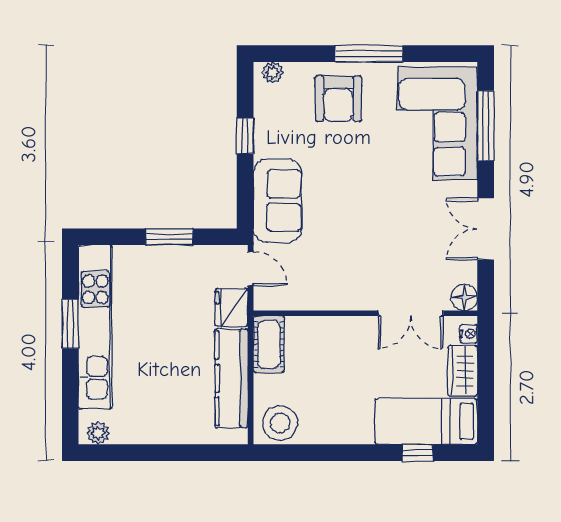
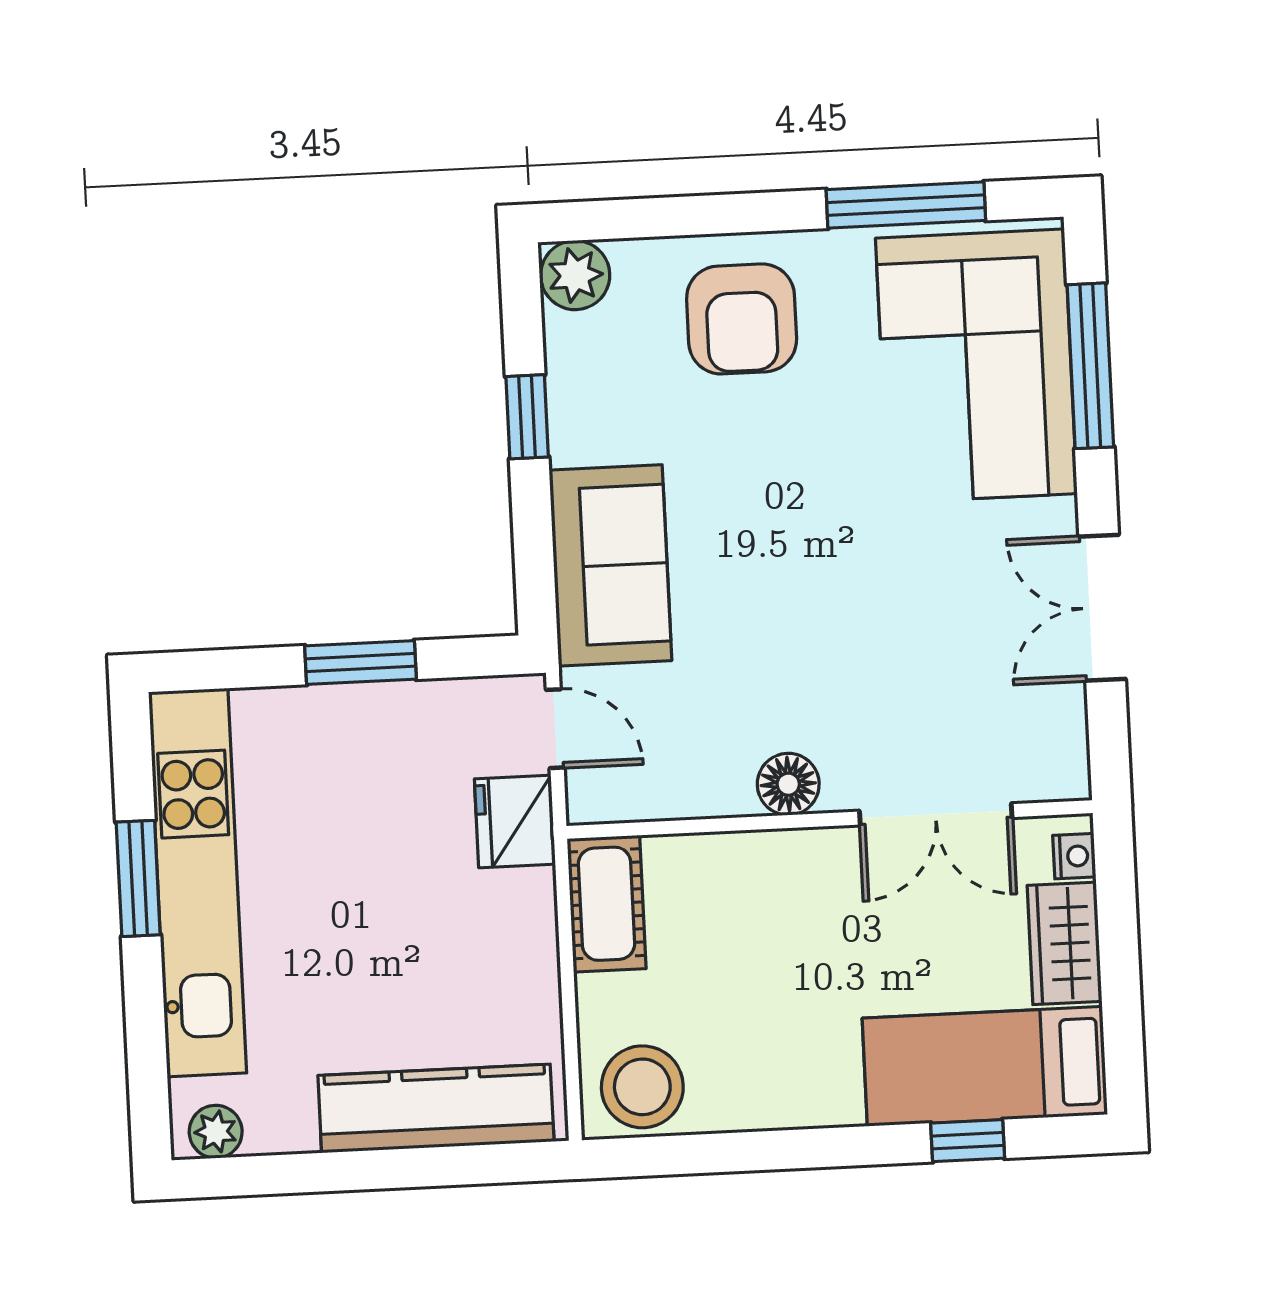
window: (369, 54) -> (906, 205), moved
plant: (273, 73) -> (575, 275), width x1.38, depth x1.38
floor lamp: (464, 297) -> (788, 784), moved
kitchen counter: (231, 378) -> (436, 1109), moved, turned 90

